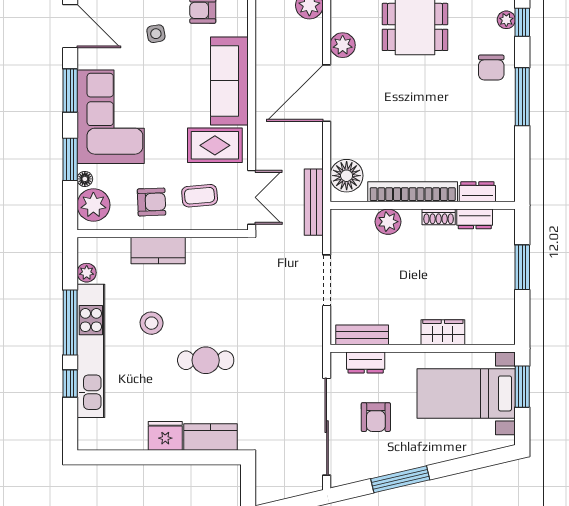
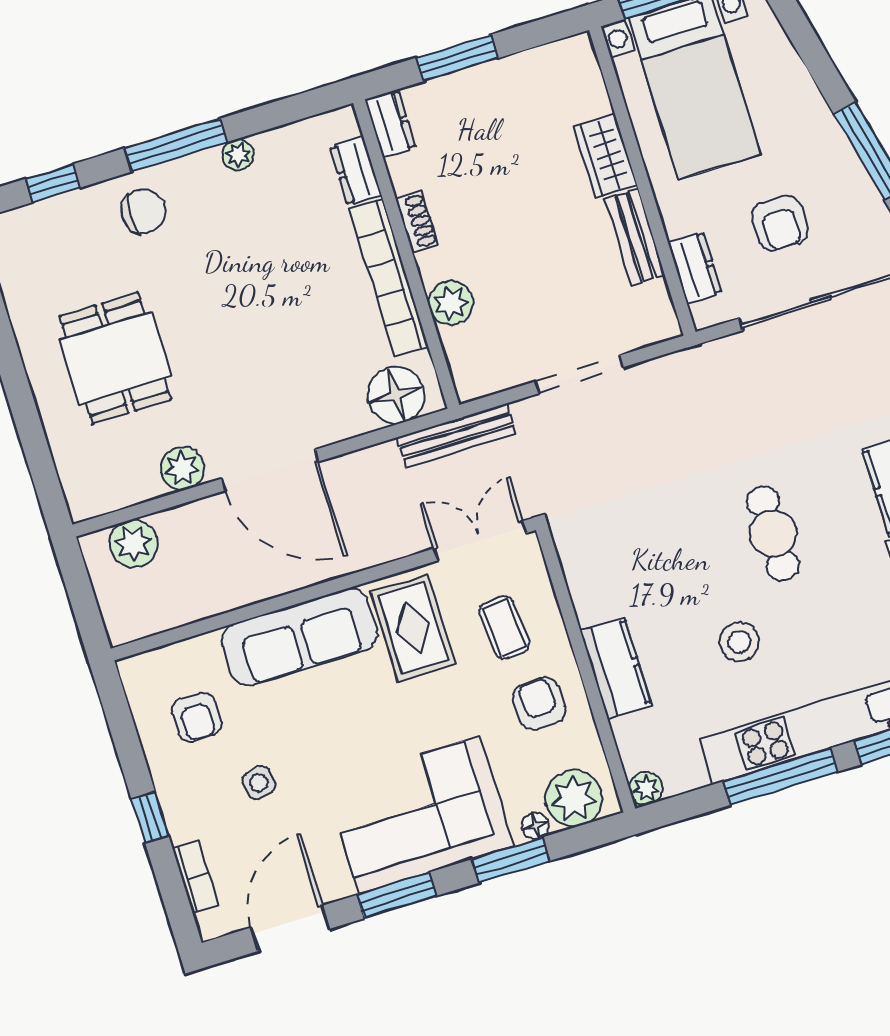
plant: (506, 20) -> (238, 155), moved
dresser: (475, 219) -> (390, 124), moved
plant: (87, 273) -> (646, 788), moved
bench: (362, 335) -> (635, 237), moved
armchair: (376, 417) -> (780, 223), turned 90

